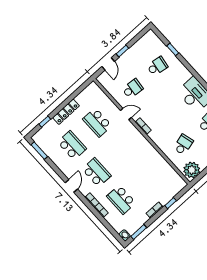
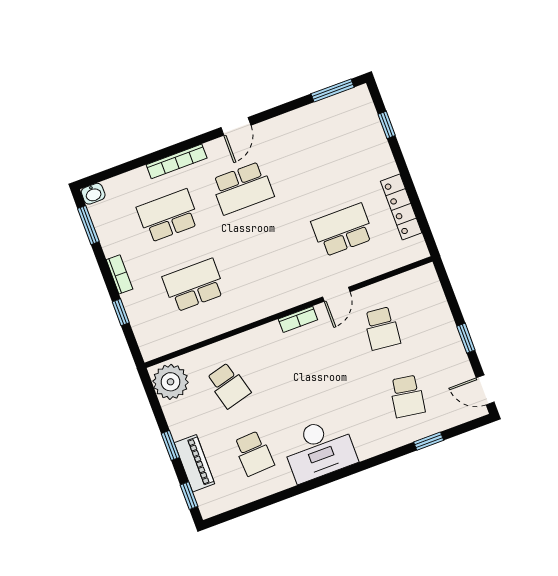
door: (108, 64) -> (485, 390), moved
locker: (66, 112) -> (401, 207), moved
school desk: (72, 145) -> (194, 285), moved, turned 180
door: (71, 186) -> (236, 126), hinge flipped

